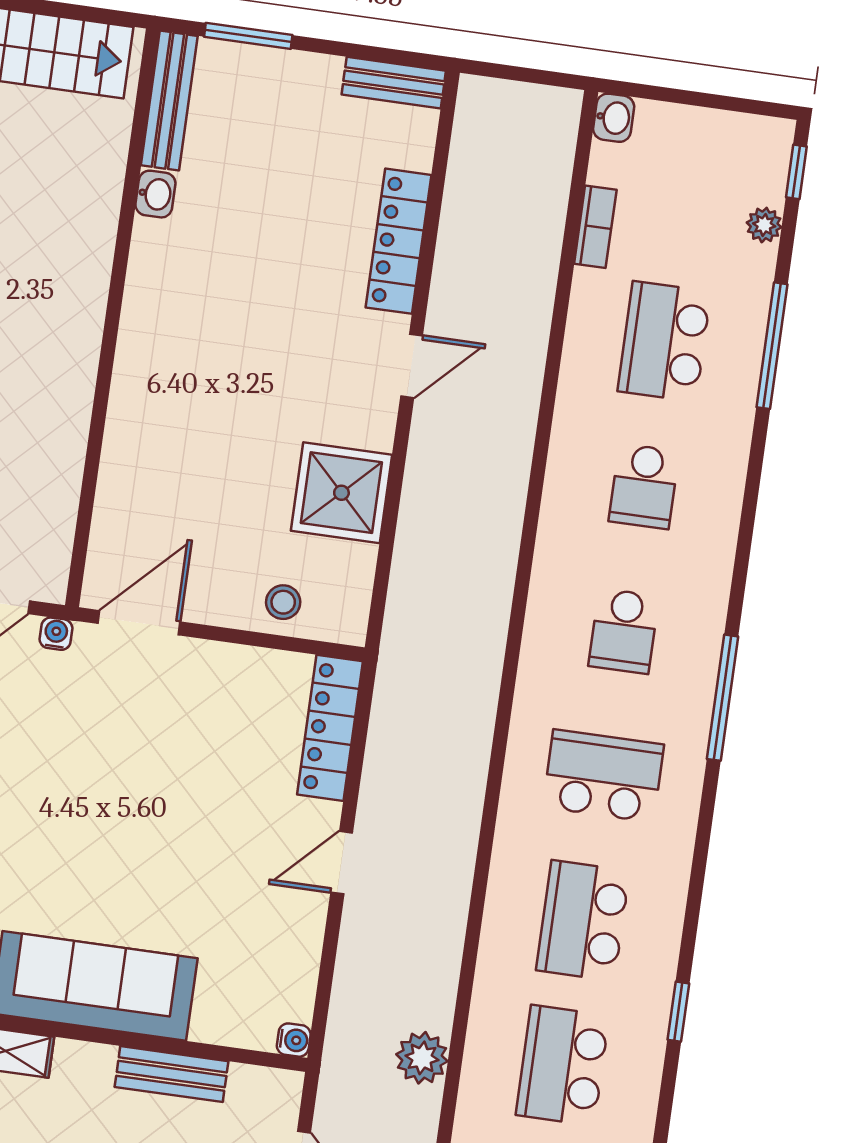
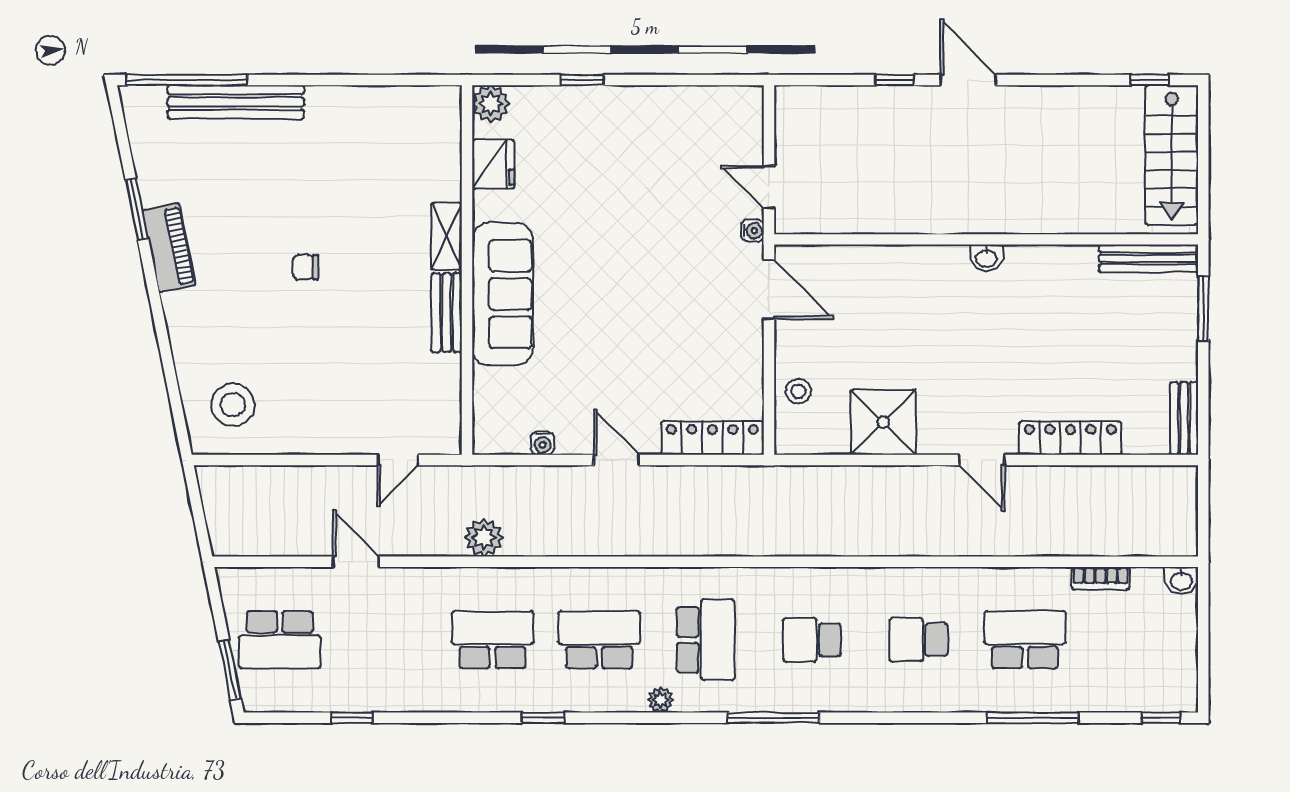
washbasin: (155, 194) -> (986, 258), moved
plant: (764, 225) -> (661, 700), moved
water cooler: (294, 1040) -> (542, 443), moved
bench: (172, 1074) -> (447, 313), moved

